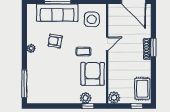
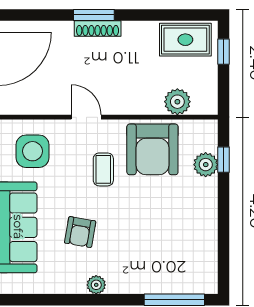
armchair: (93, 74) -> (152, 149), turned -90
plant: (114, 98) -> (177, 102), moved

